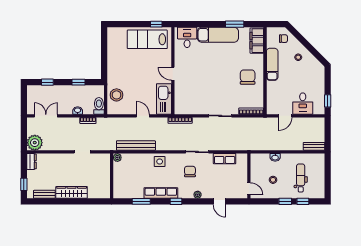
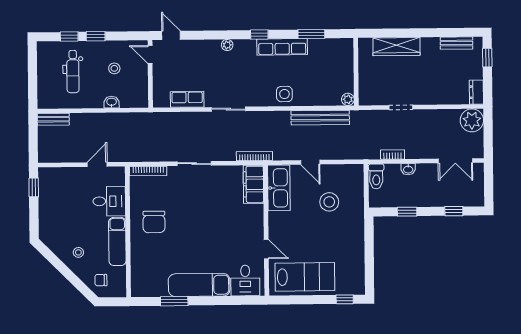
window: (156, 24) -> (345, 299), moved
filing cabinet: (257, 41) -> (253, 184), moved, turned 180
door: (173, 74) -> (266, 249), moved
stool: (117, 95) -> (329, 202), moved
desk: (303, 104) -> (109, 201), moved, turned 90
chair: (190, 171) -> (239, 80), removed
wardrobe: (72, 192) -> (397, 47), moved
door: (219, 201) -> (171, 35), moved

